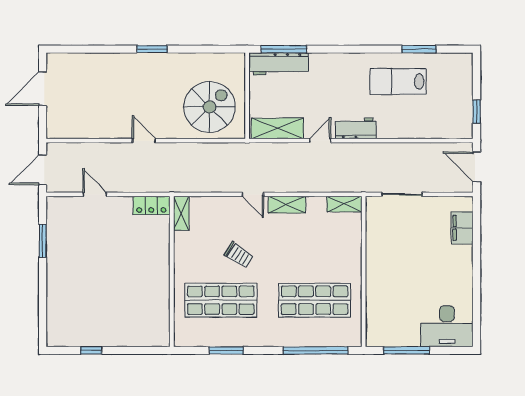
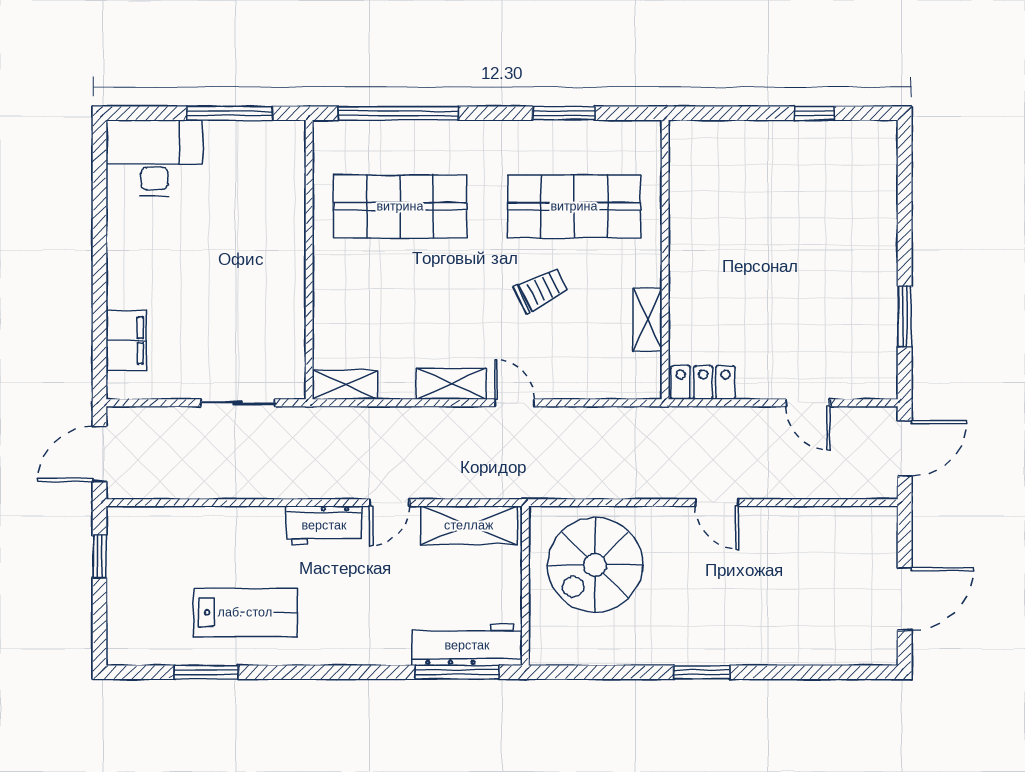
door: (477, 167) -> (100, 454), swing flipped
shelving: (181, 213) -> (647, 320), moved
trolley: (239, 255) -> (541, 290), turned 121

